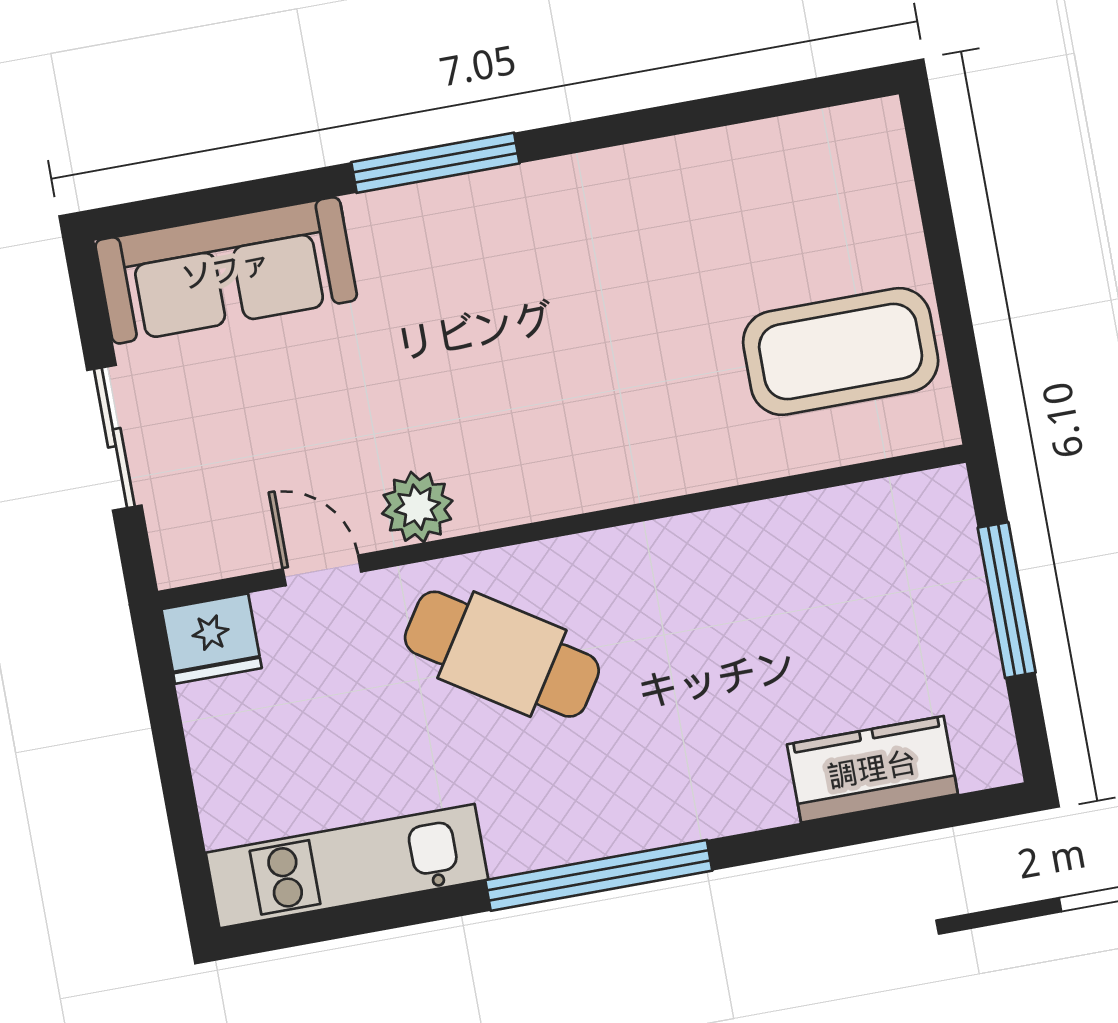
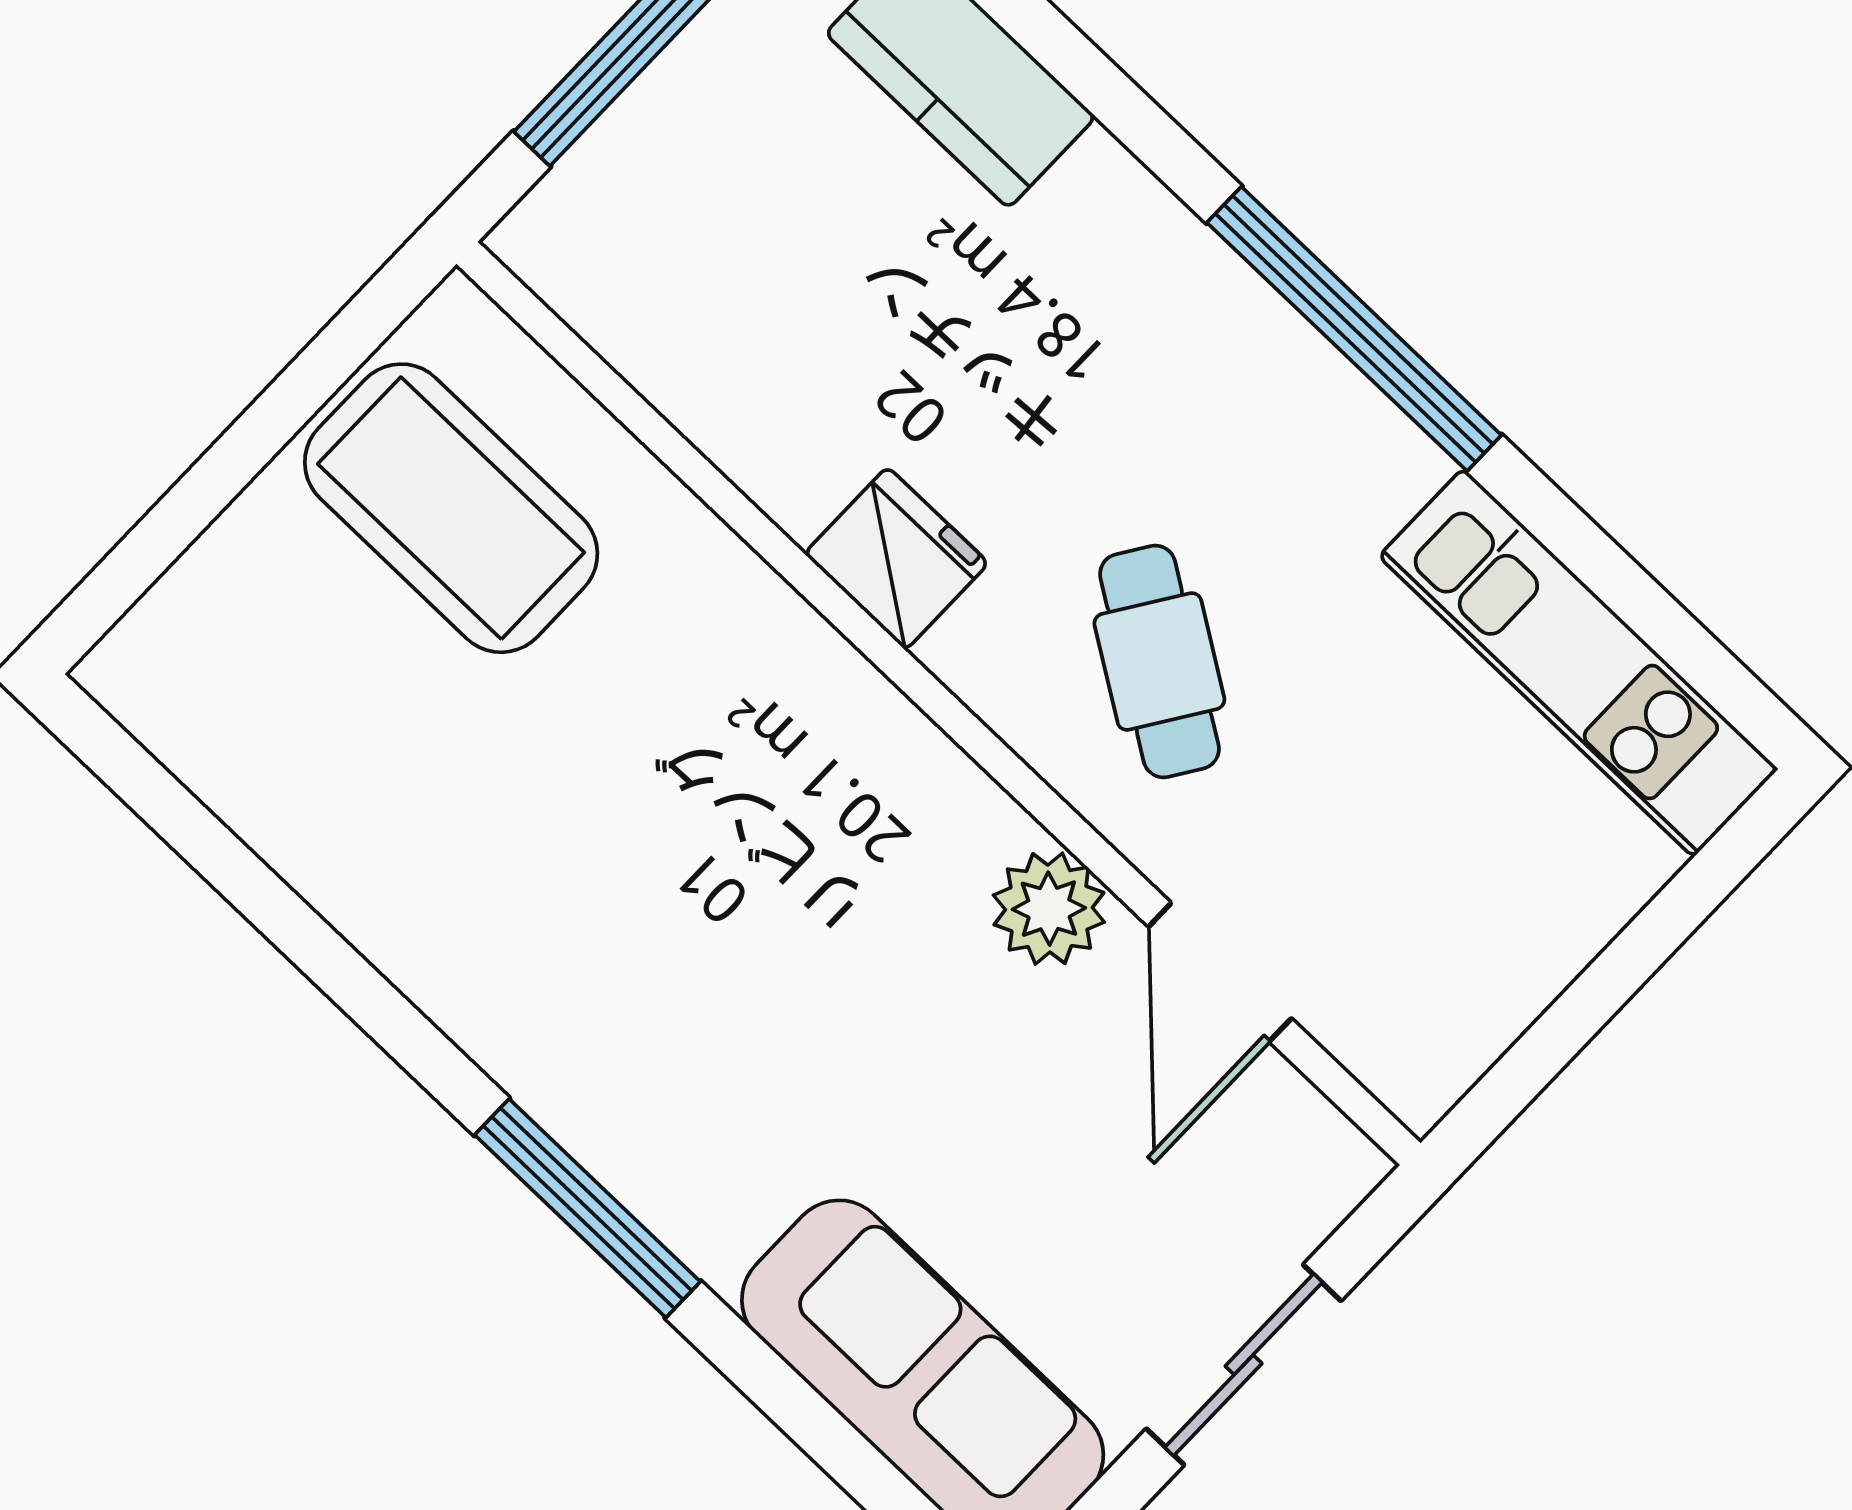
door: (322, 570) -> (1220, 972), width x1.38
fridge: (212, 639) -> (896, 558), moved
cafe table: (502, 654) -> (1159, 661), width x0.73, depth x0.74

